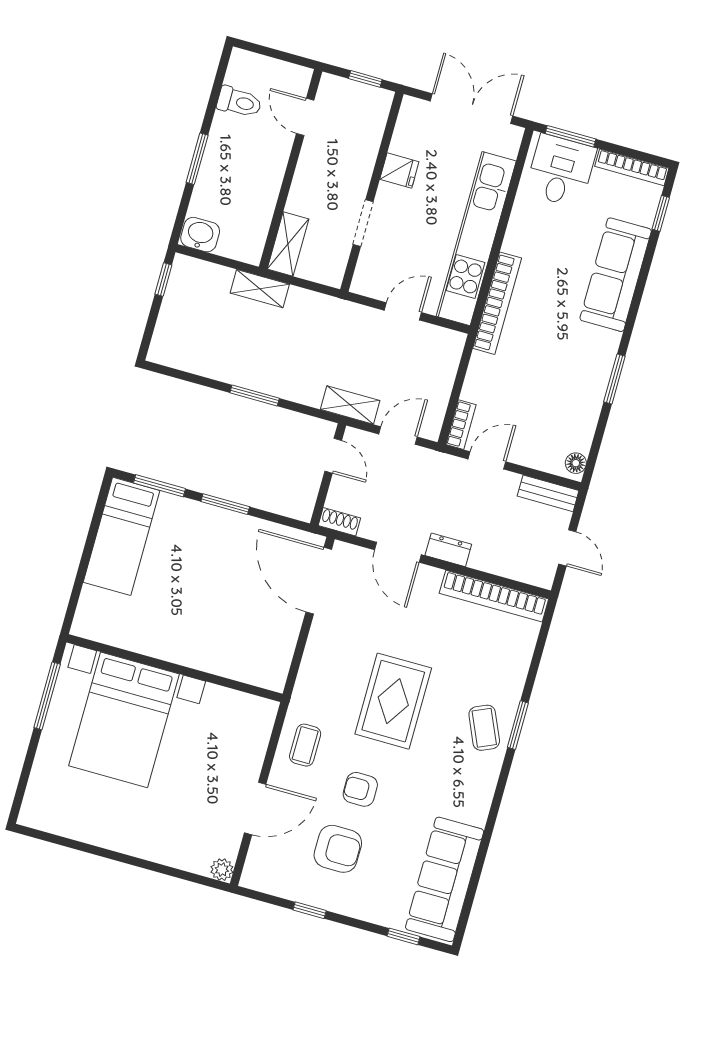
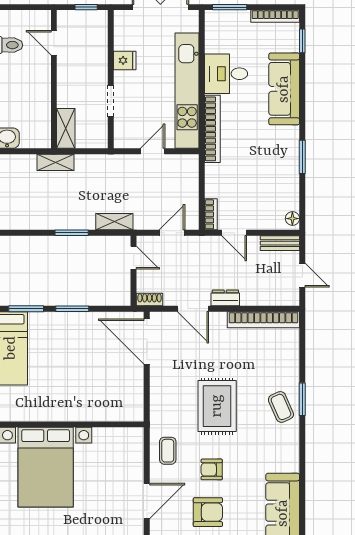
desk: (561, 171) -> (226, 74), moved, turned -90
shelving: (350, 405) -> (114, 222), moved
door: (487, 460) -> (234, 233), swing flipped

